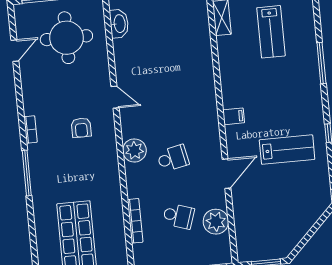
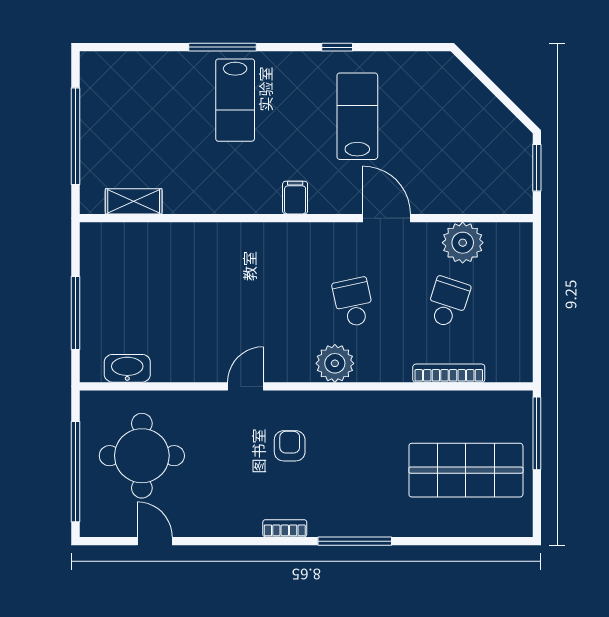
lab bench: (271, 32) -> (235, 100), moved, turned 90
armchair: (81, 128) -> (290, 446), turned -90

